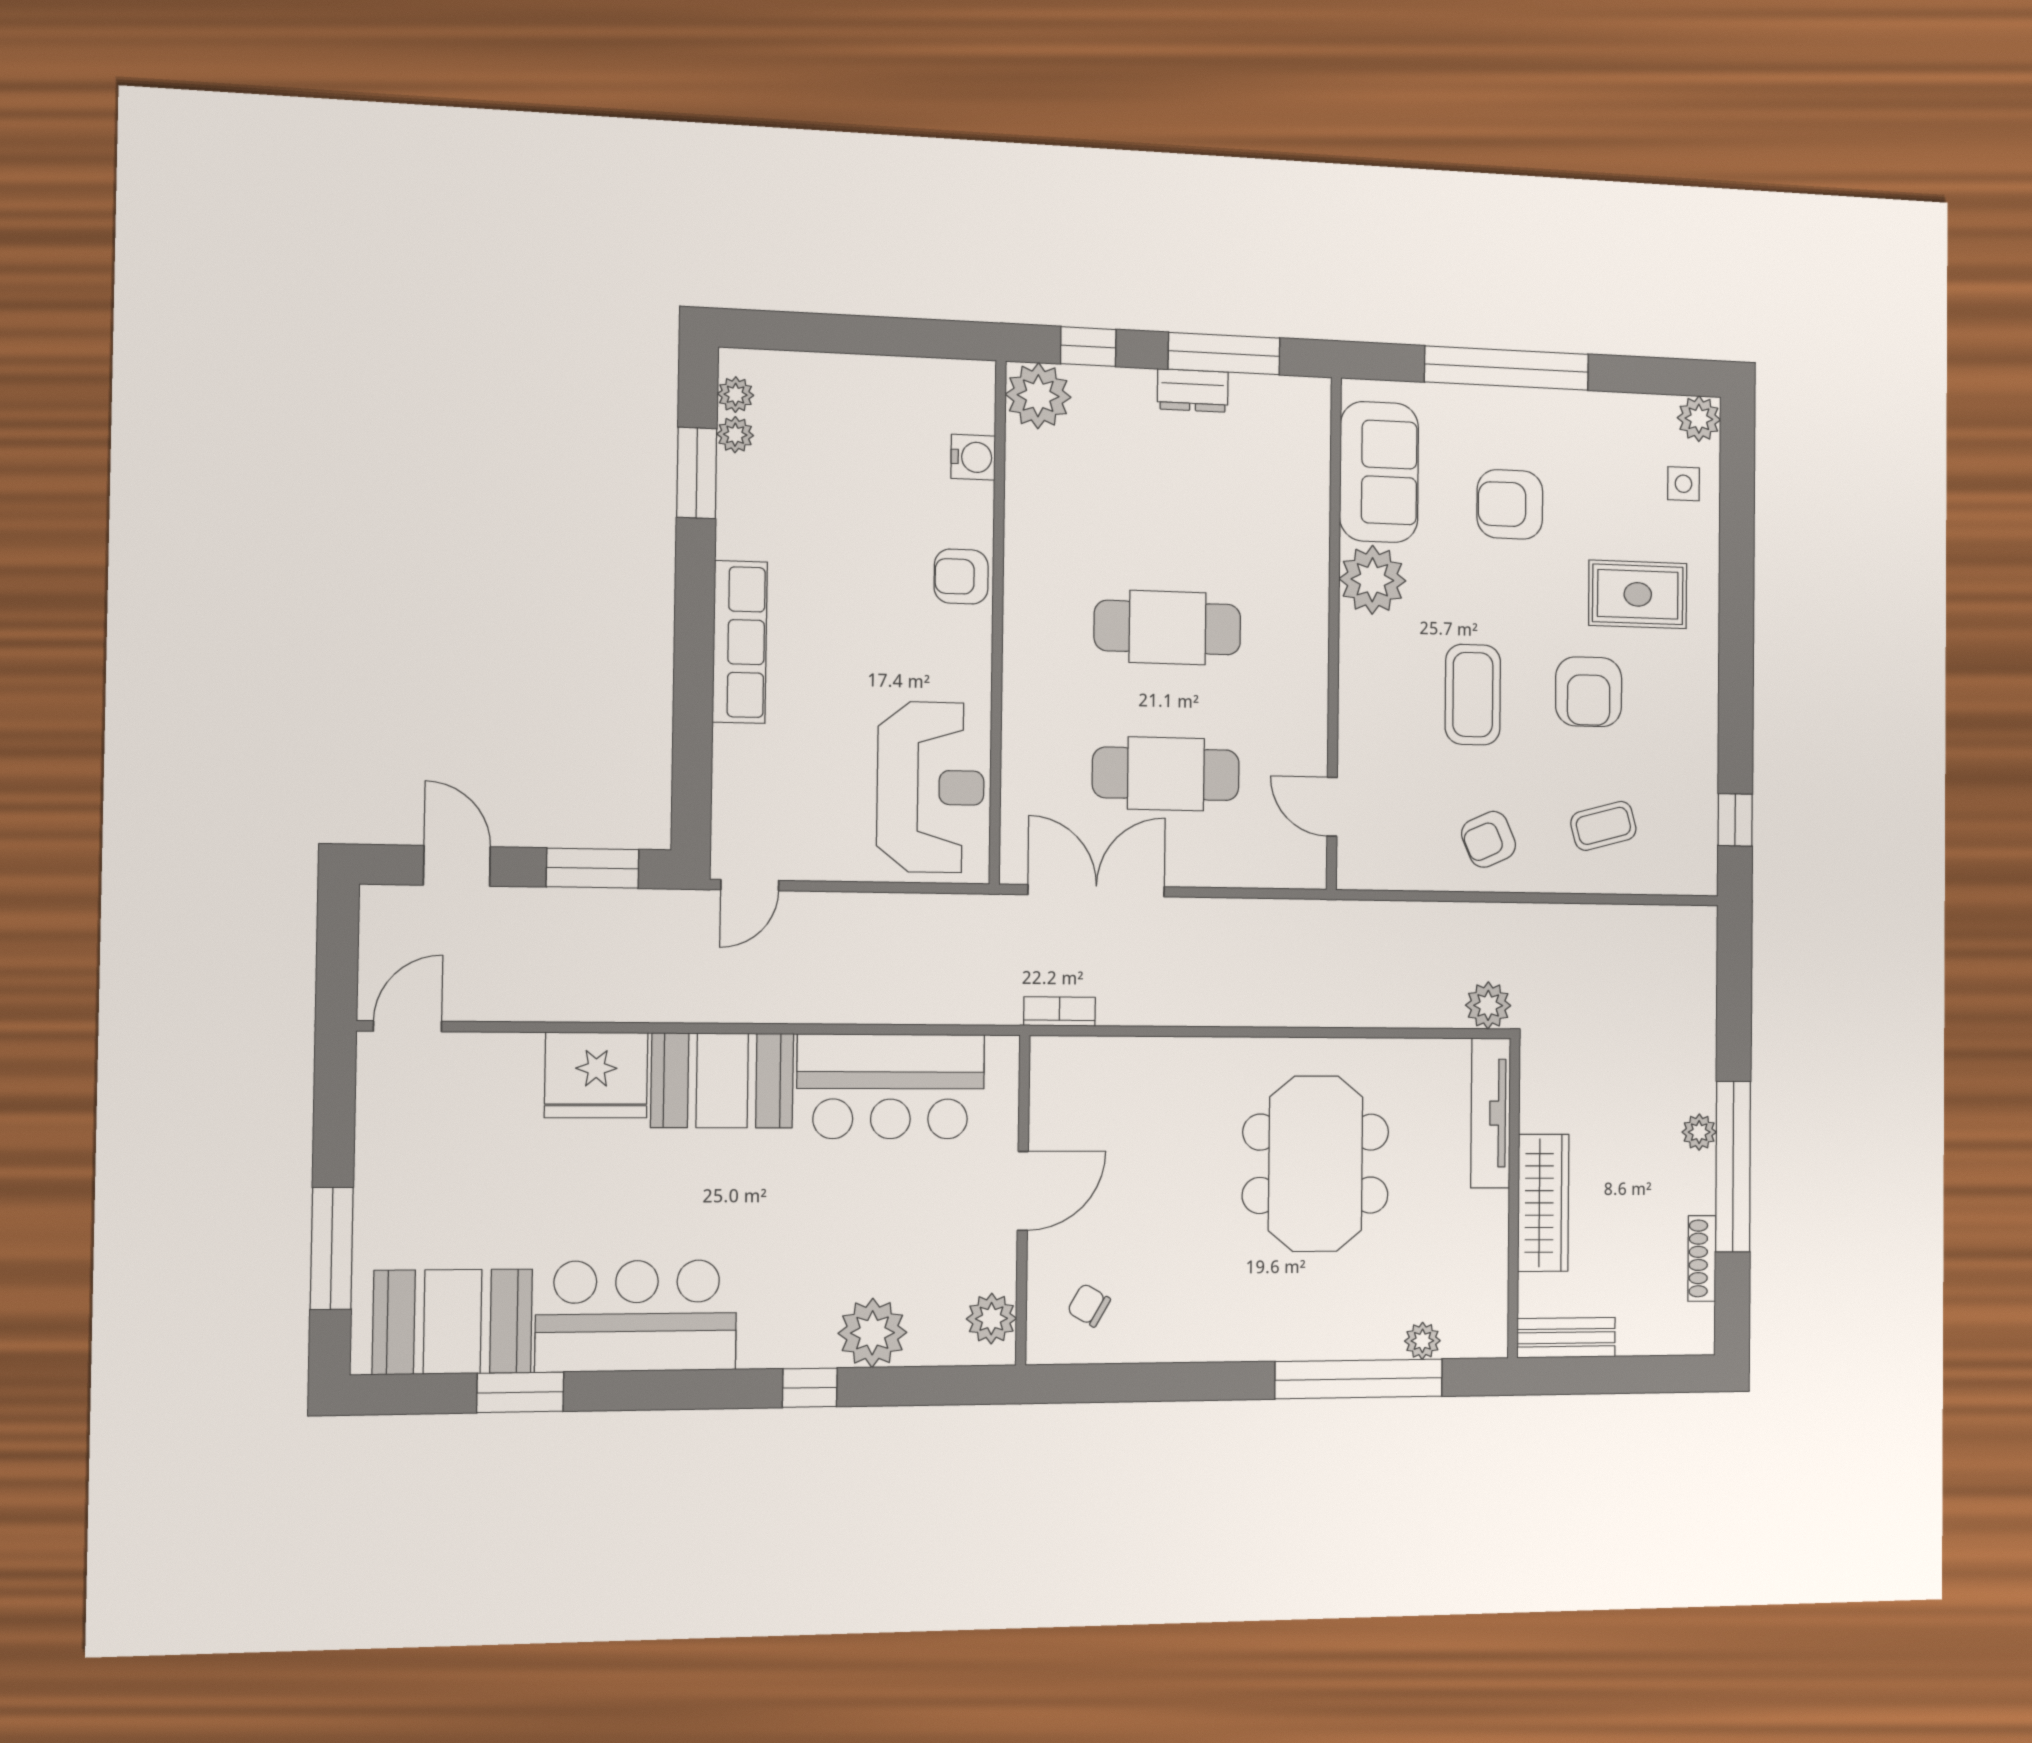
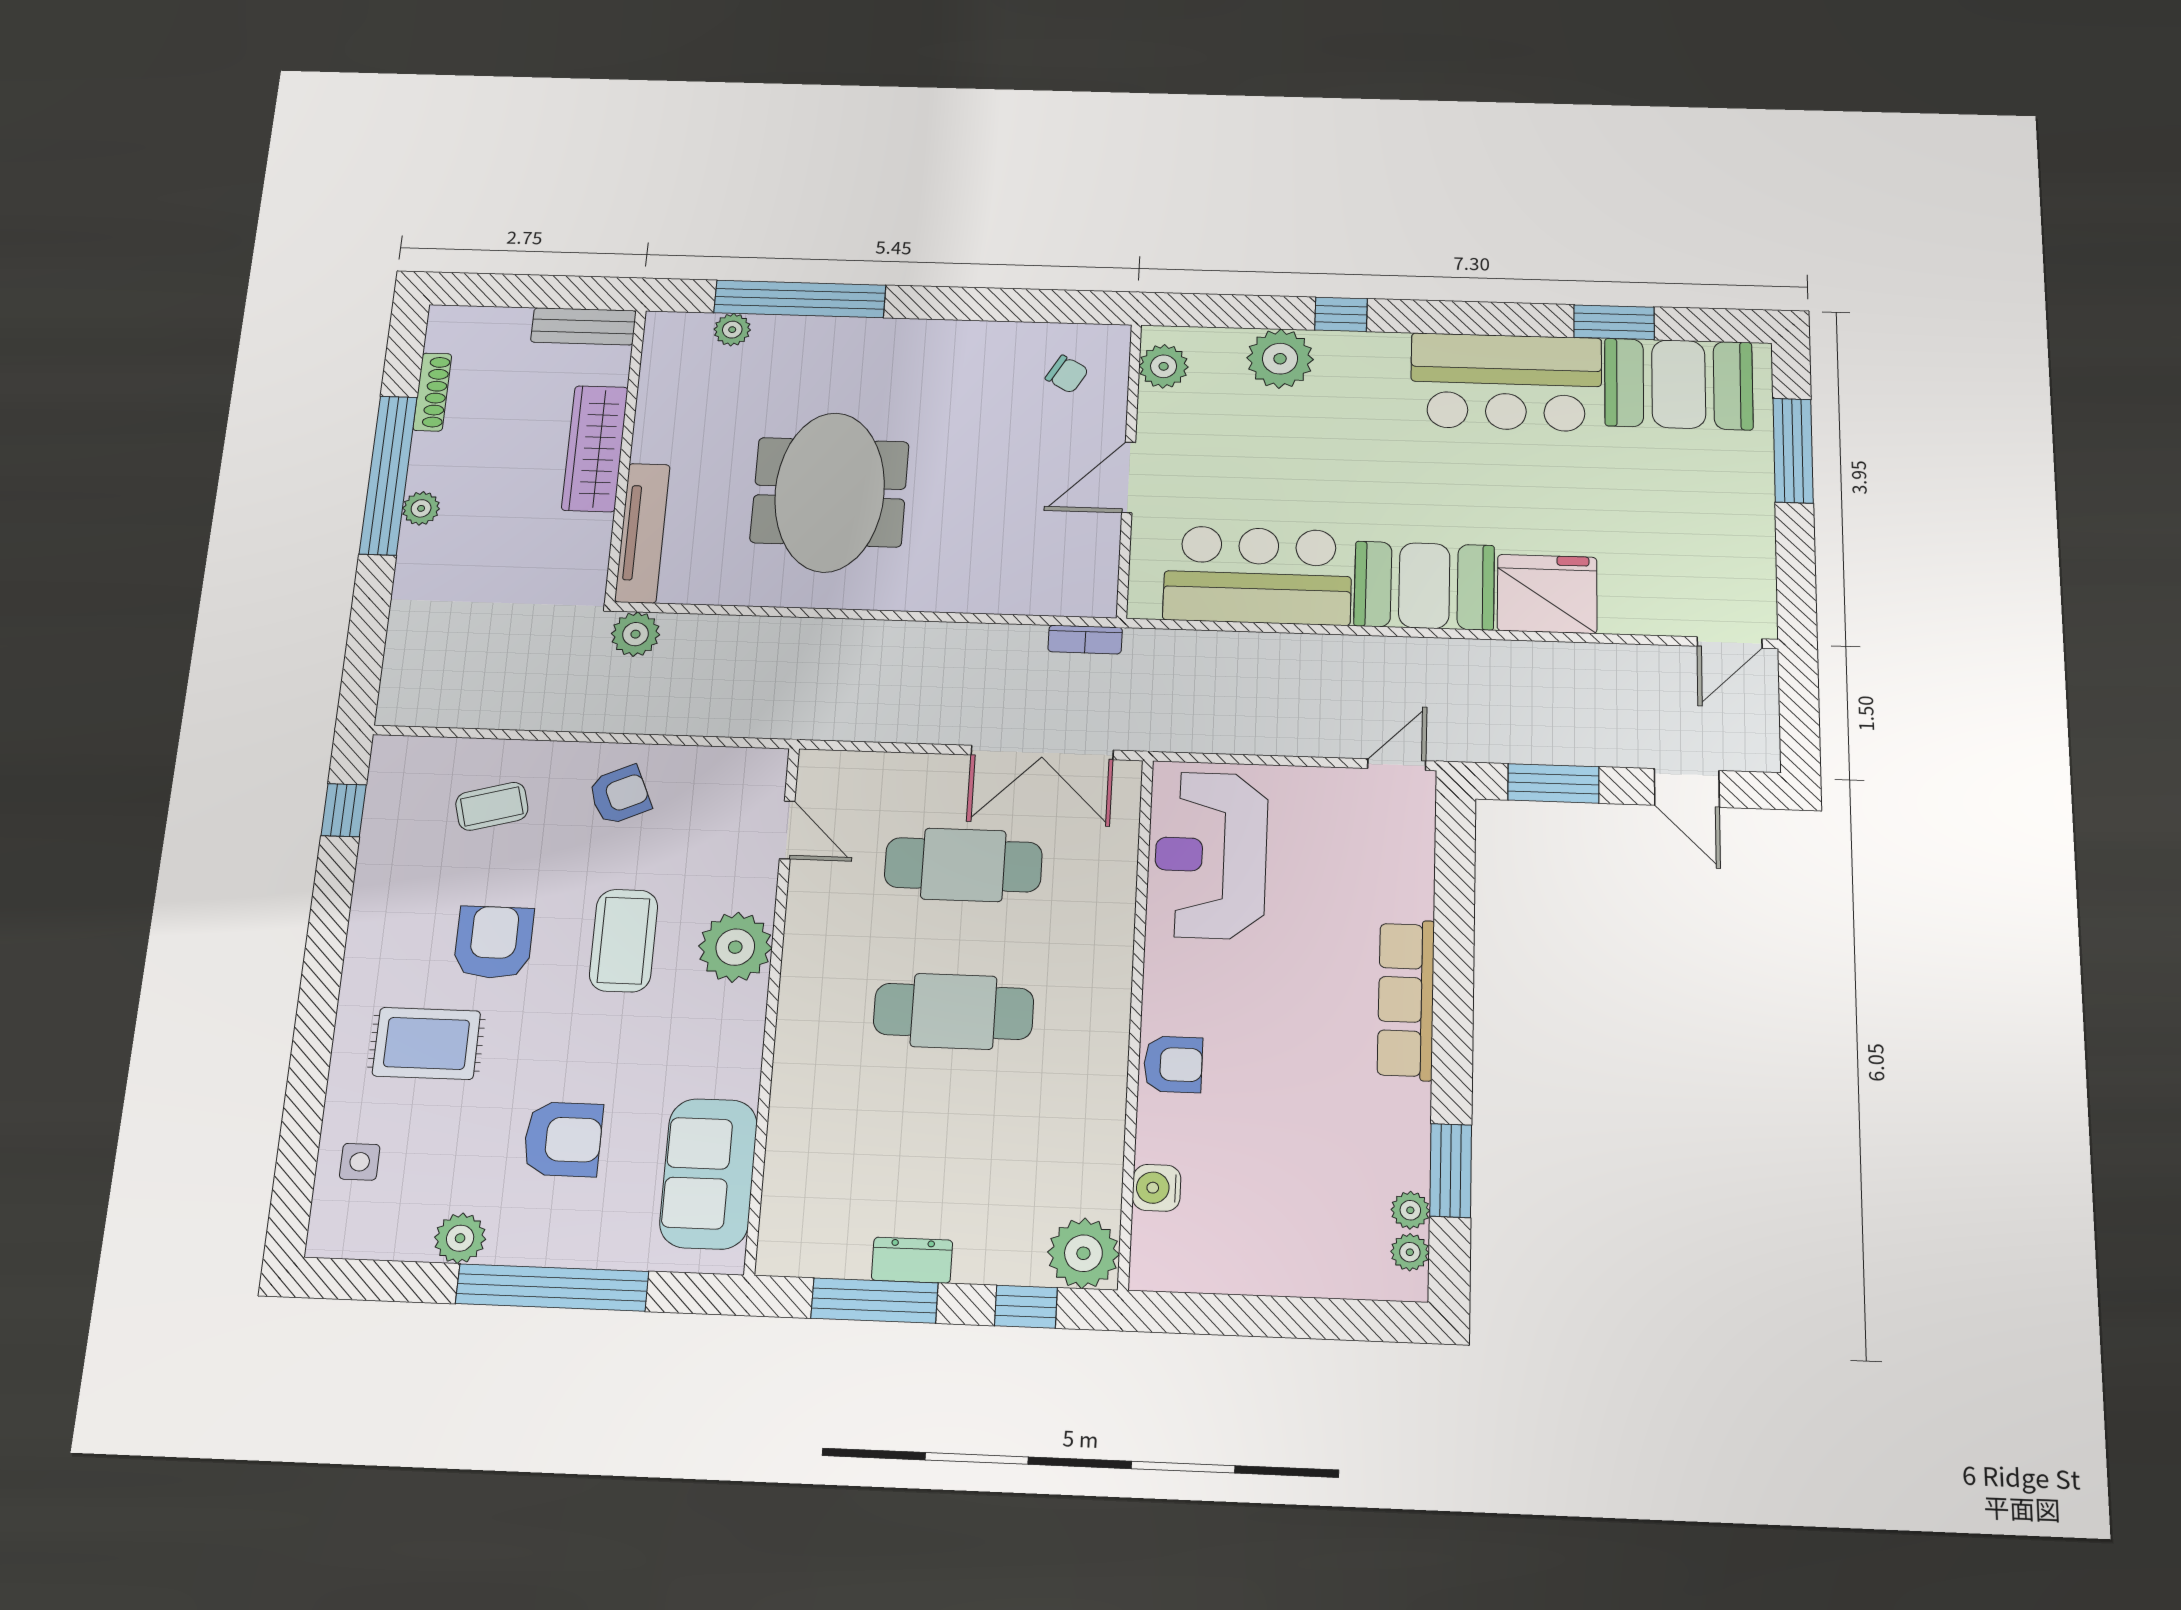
plant: (1699, 419) -> (460, 1238), moved
plant: (1372, 580) -> (735, 947), moved

